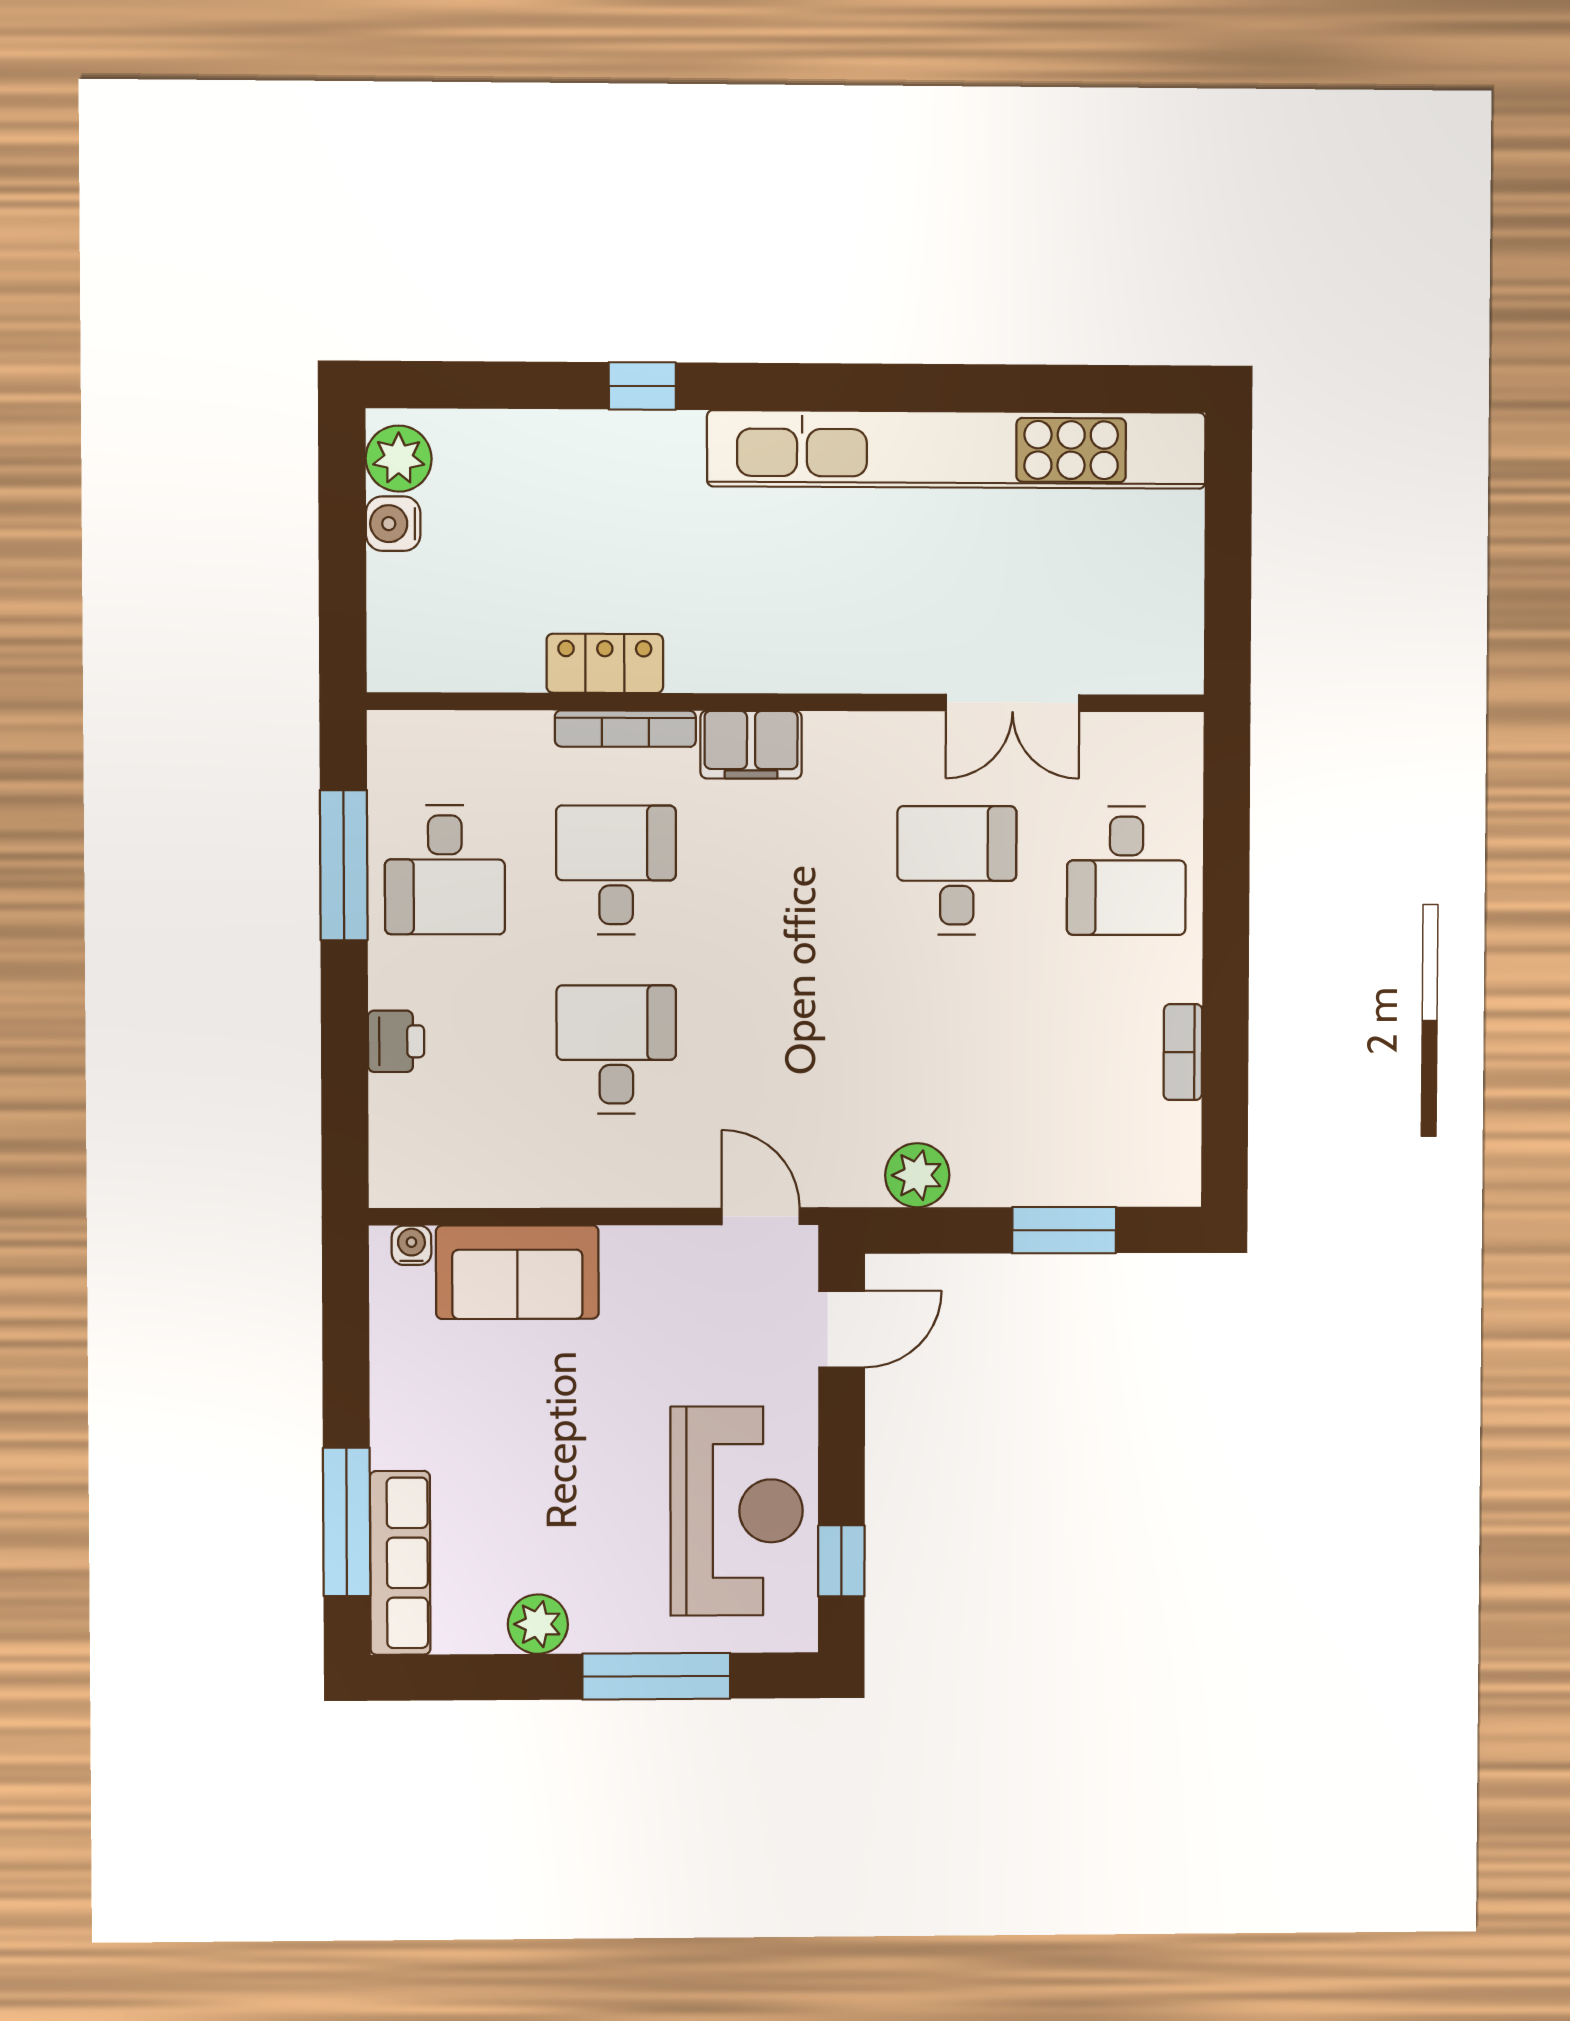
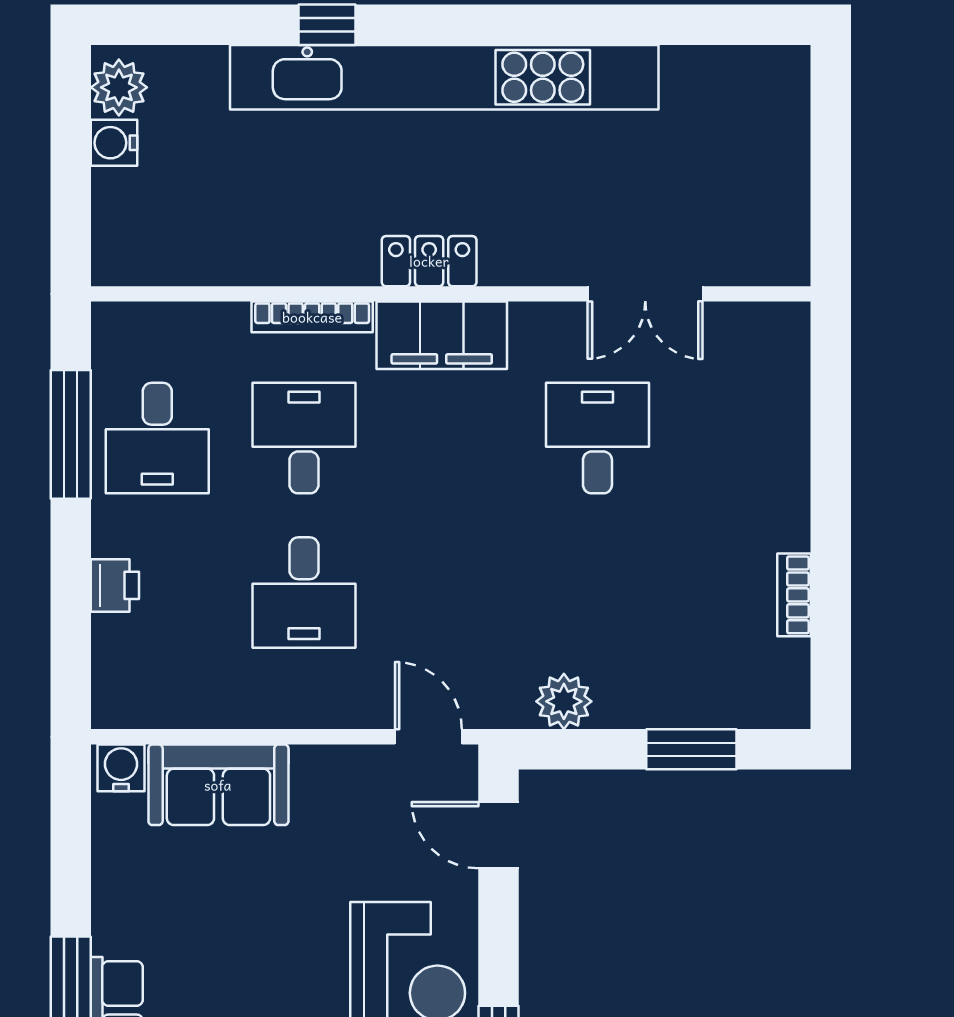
kitchen unit: (957, 449) -> (444, 77), moved
locker: (605, 663) -> (429, 261), moved
filing cabinet: (751, 745) -> (442, 335), width x1.50, depth x1.17
desk: (1126, 871) -> (744, 438), removed
desk: (616, 1050) -> (304, 593), turned 180
water cooler: (411, 1245) -> (121, 768), width x1.38, depth x1.38
door: (842, 1329) -> (499, 835), swing flipped

